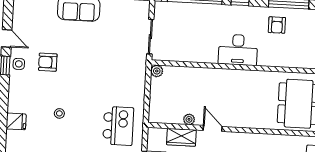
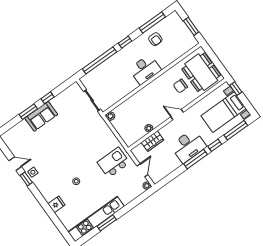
armchair: (48, 62) -> (48, 159), removed
chair: (263, 100) -> (180, 86), added
kitchen island: (118, 126) -> (113, 163), turned -90
door: (213, 128) -> (177, 115), moved

